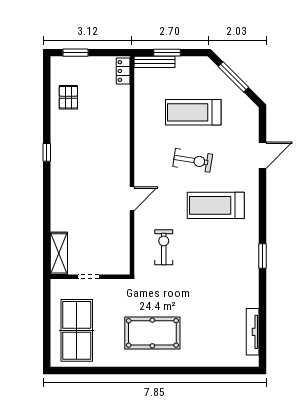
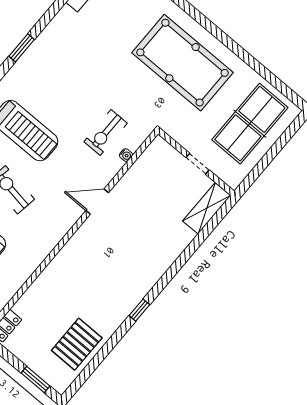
pallet: (68, 97) -> (77, 344), width x1.50, depth x1.42
water cooler: (139, 244) -> (126, 155), added
pool table: (152, 333) -> (182, 63), width x1.36, depth x1.32

